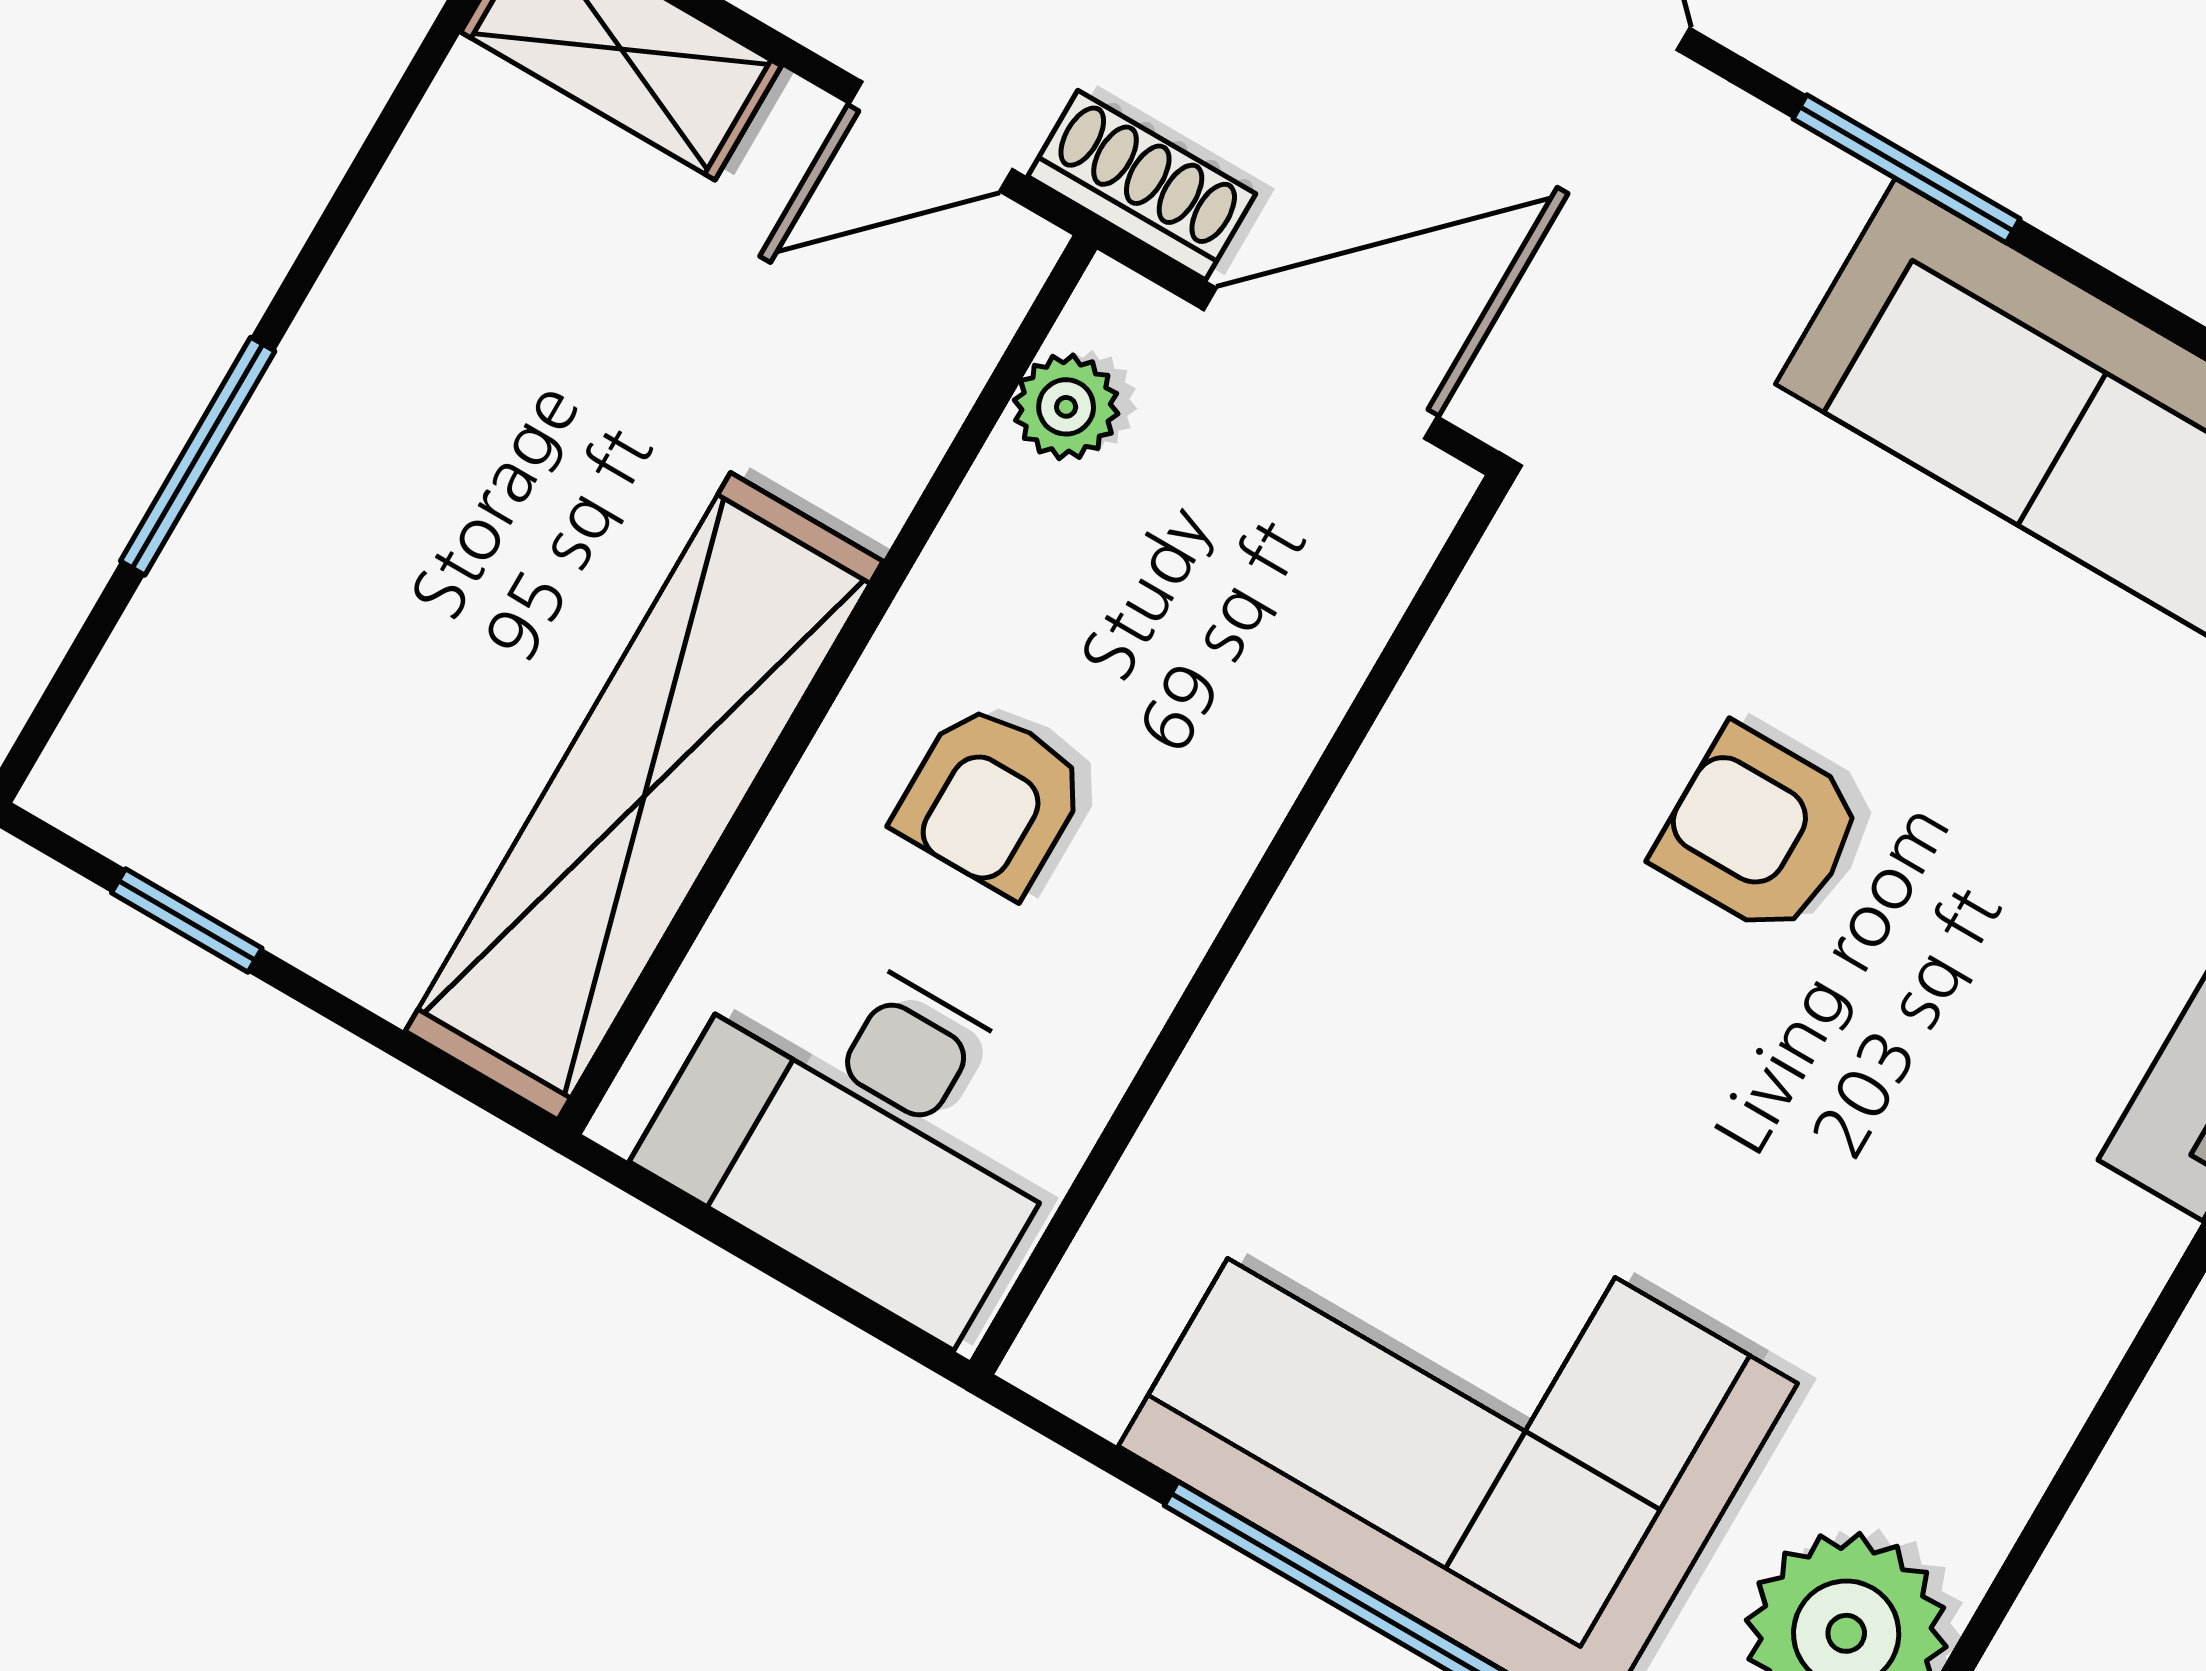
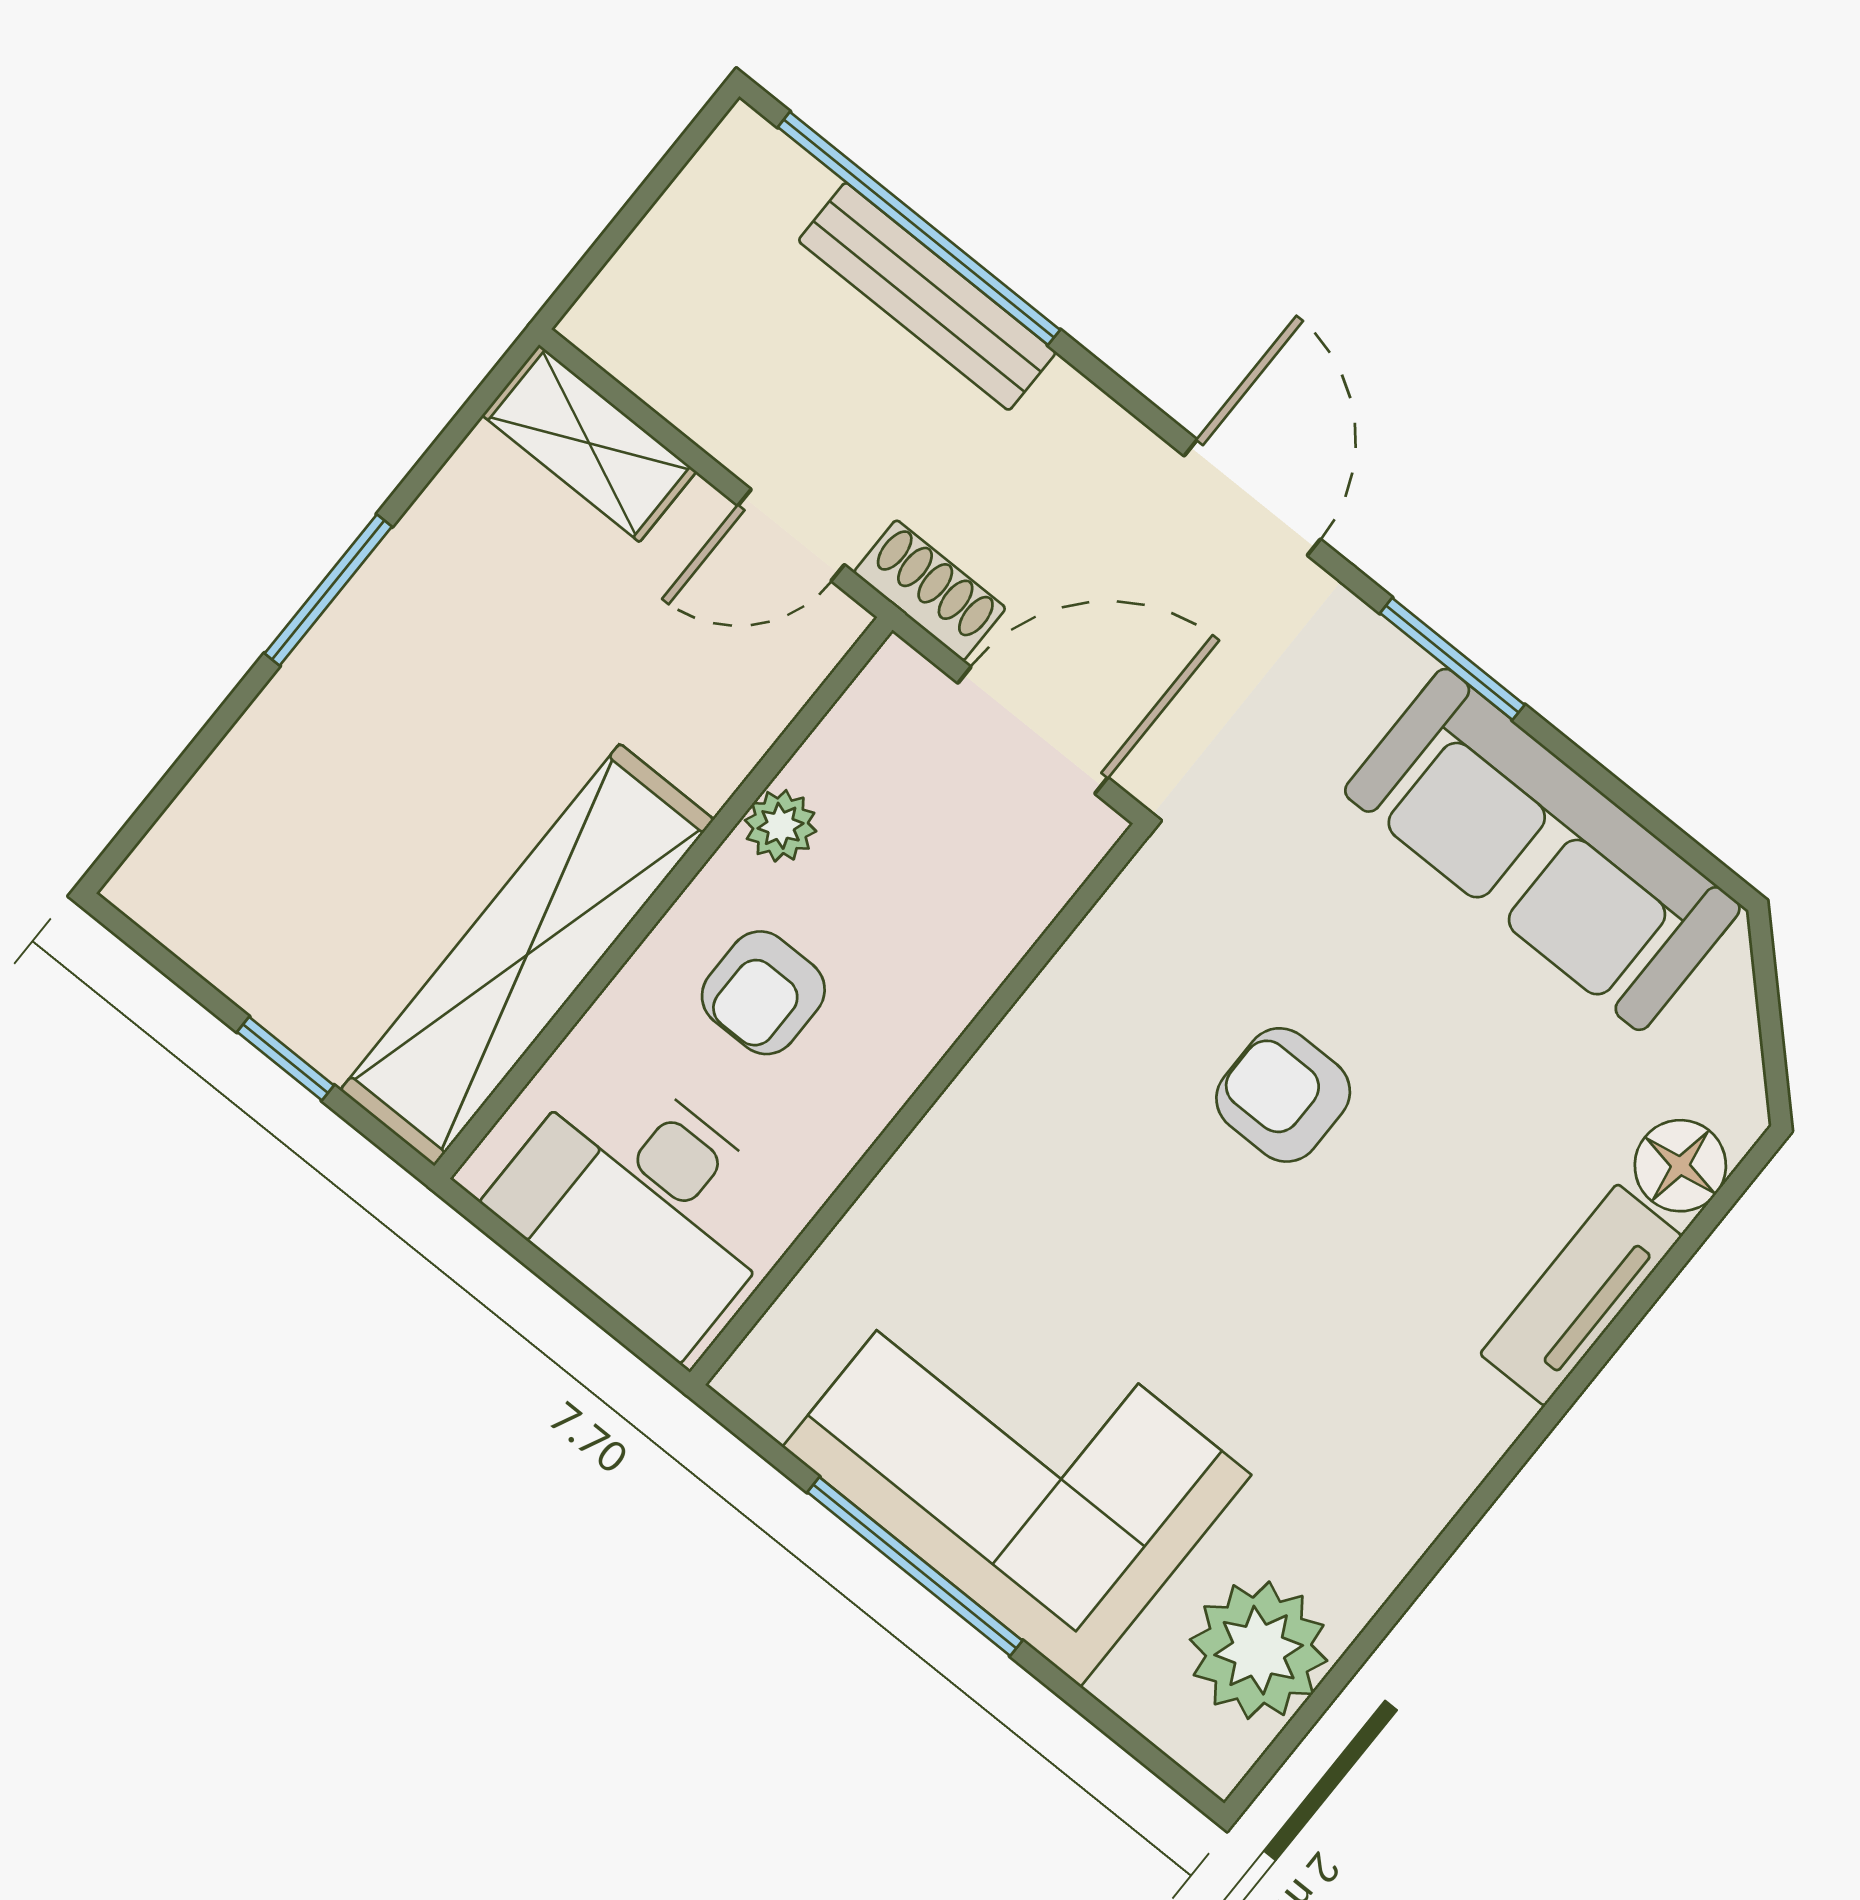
plant: (1066, 407) -> (781, 826), moved
window: (198, 456) -> (328, 590), moved
window: (187, 921) -> (286, 1059), moved

